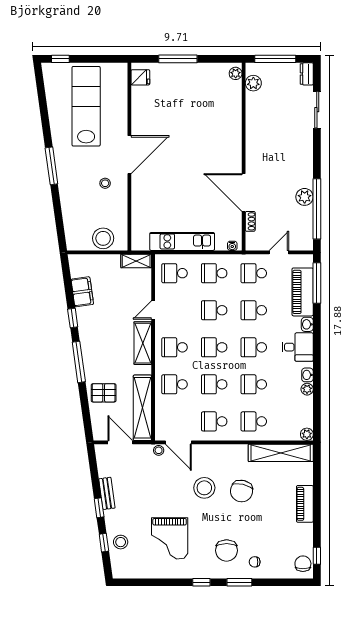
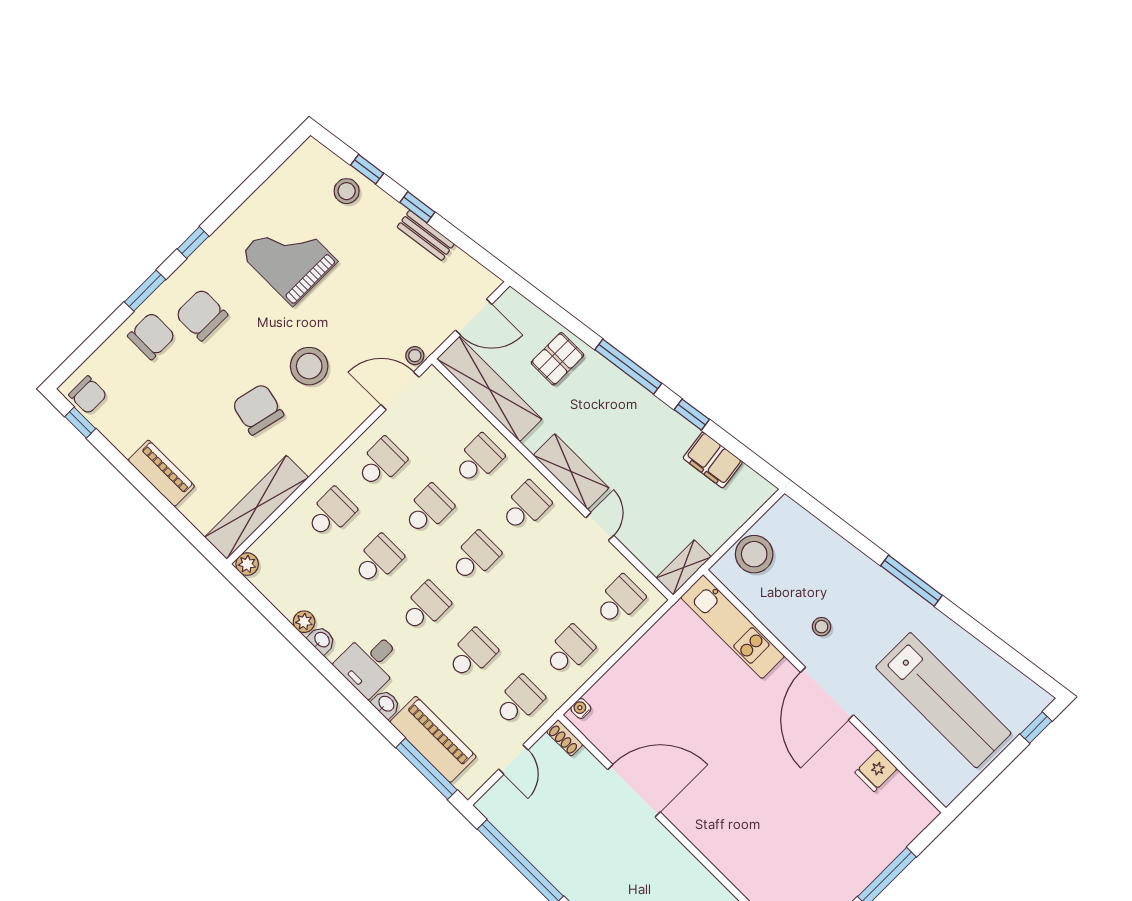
fridge: (140, 77) -> (876, 771), moved
plant: (305, 197) -> (551, 862), removed
shoe rack: (250, 221) -> (565, 738), moved
kitchen unit: (182, 241) -> (733, 627), moved, turned 90
school desk: (214, 310) -> (522, 604), removed
chair: (255, 562) -> (151, 336), width x1.87, depth x1.87

